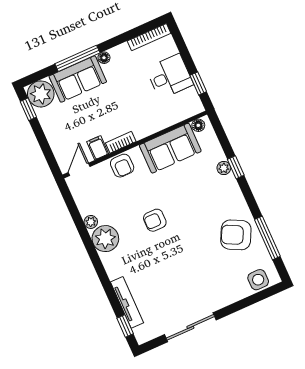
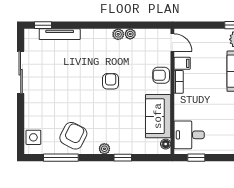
desk: (170, 76) -> (189, 135), moved, turned 90
plant: (224, 168) -> (104, 149), moved
plant: (105, 239) -> (118, 34), width x0.53, depth x0.53

